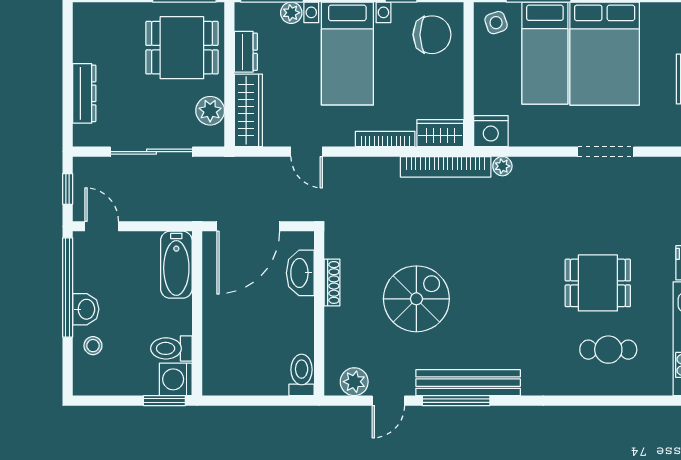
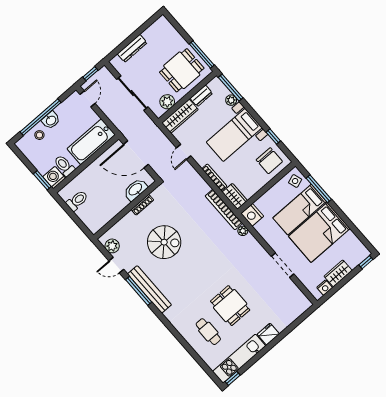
dining table: (182, 48) -> (182, 70), turned 90
bathtub: (176, 265) -> (91, 142), width x1.36, depth x1.36
window: (68, 287) -> (40, 117), moved
toilet: (302, 375) -> (77, 201), moved

